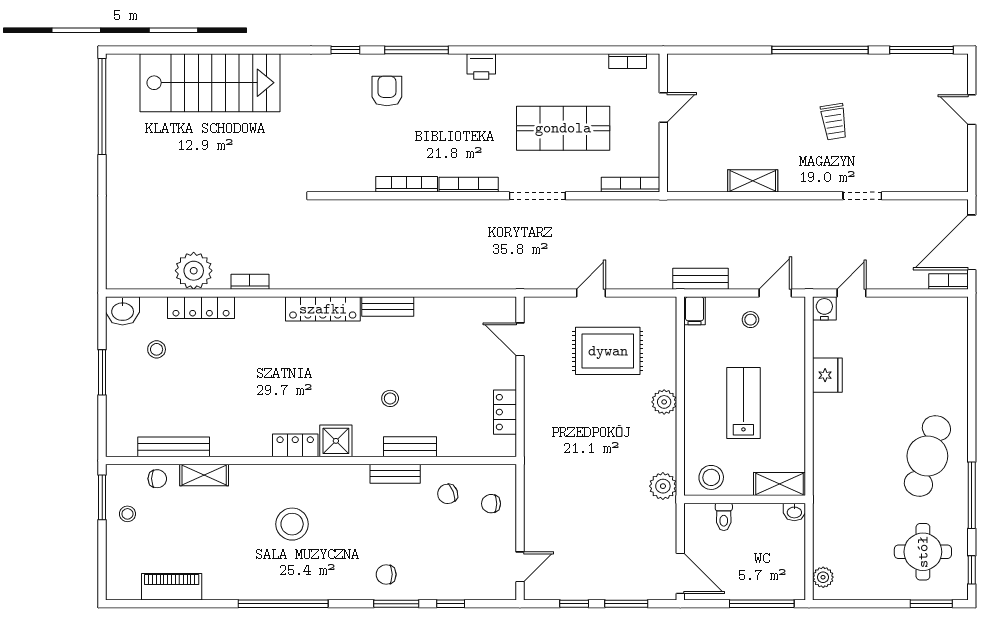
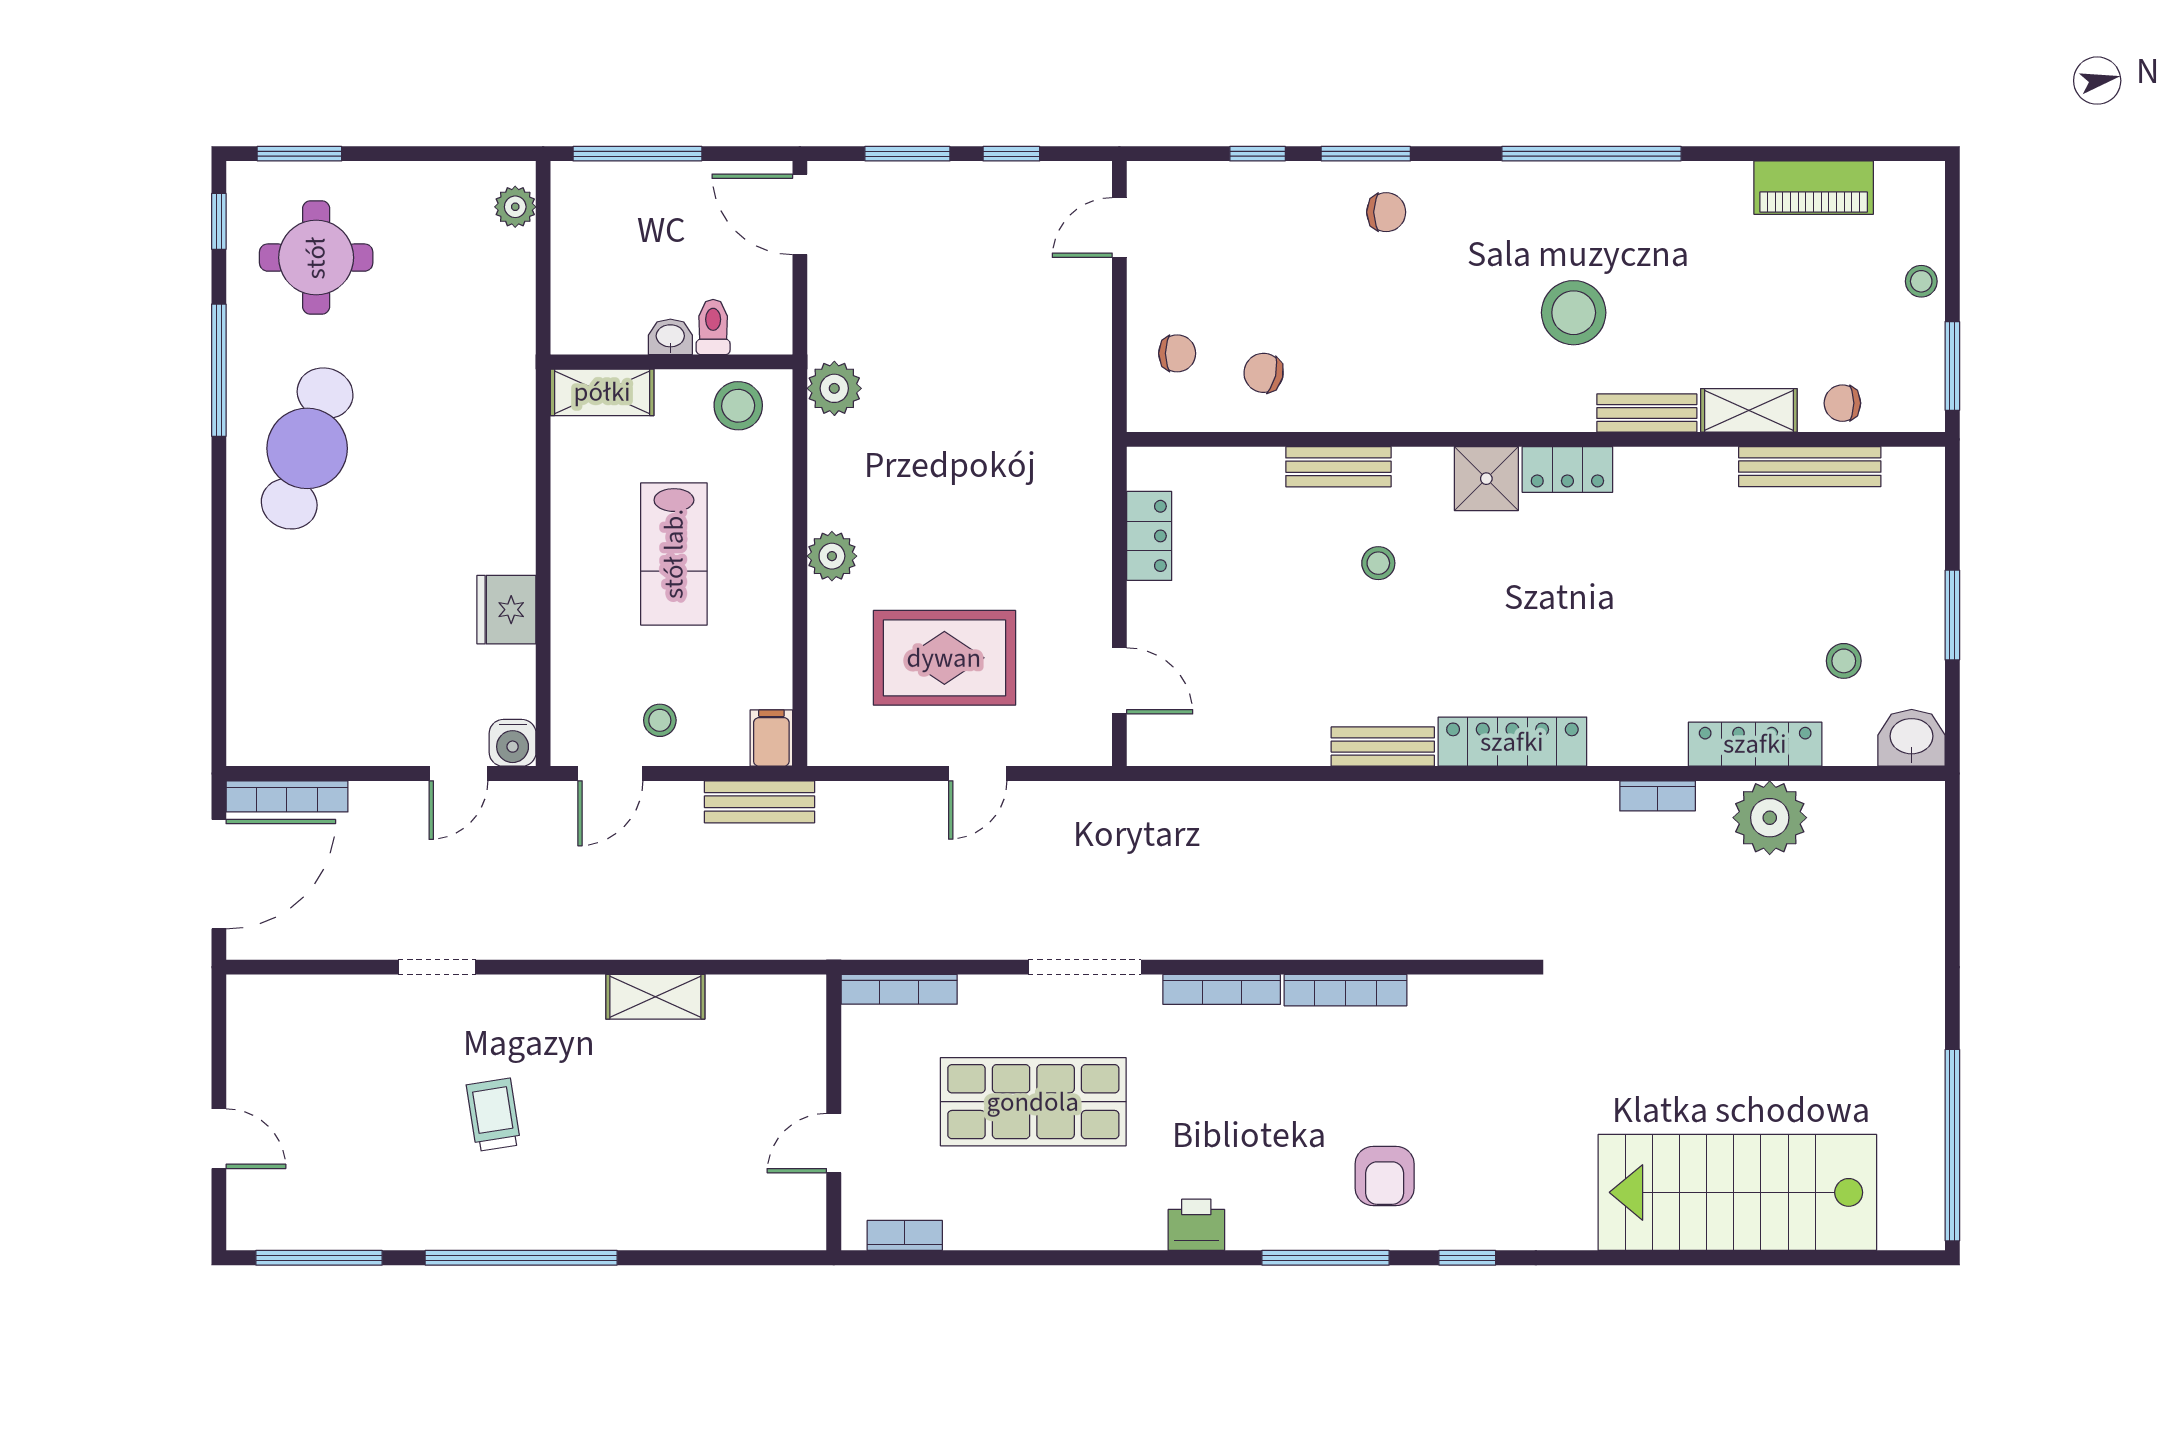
bookcase: (949, 281) -> (287, 796), width x1.56
bench: (395, 474) -> (1647, 413), moved
chair: (448, 494) -> (1264, 373), turned -145
washbasin: (794, 512) -> (670, 337), moved
stool: (127, 514) -> (1921, 281), moved

